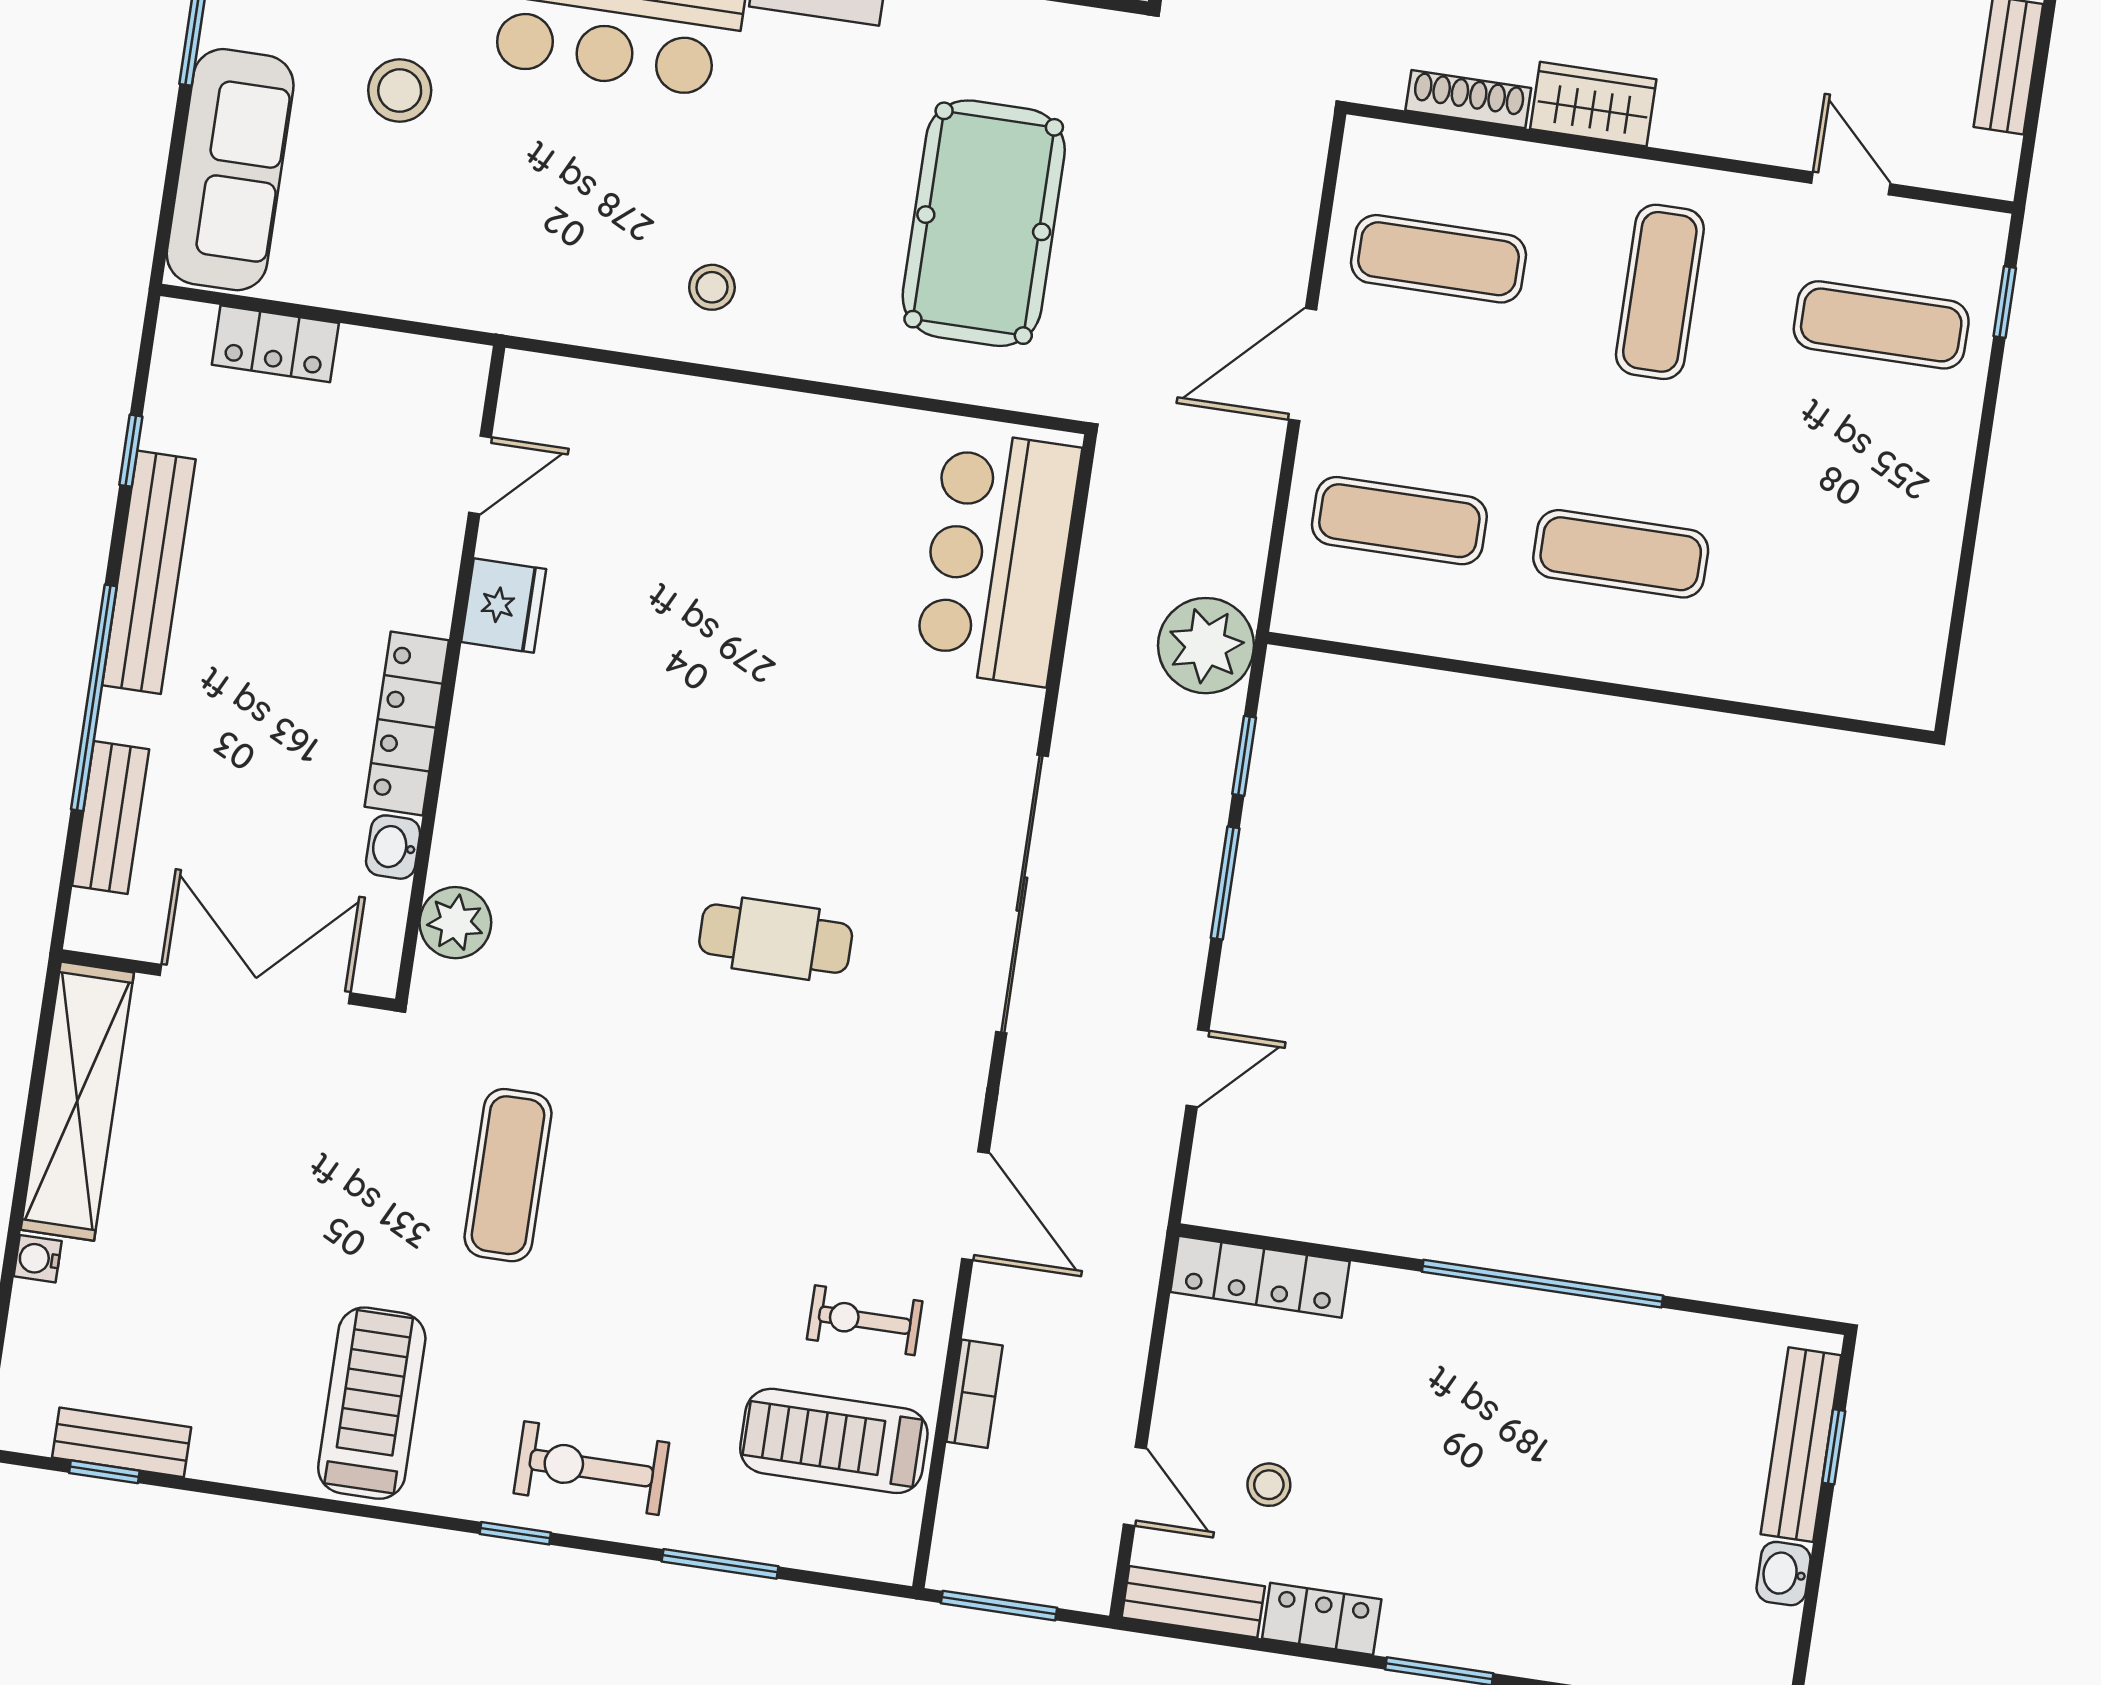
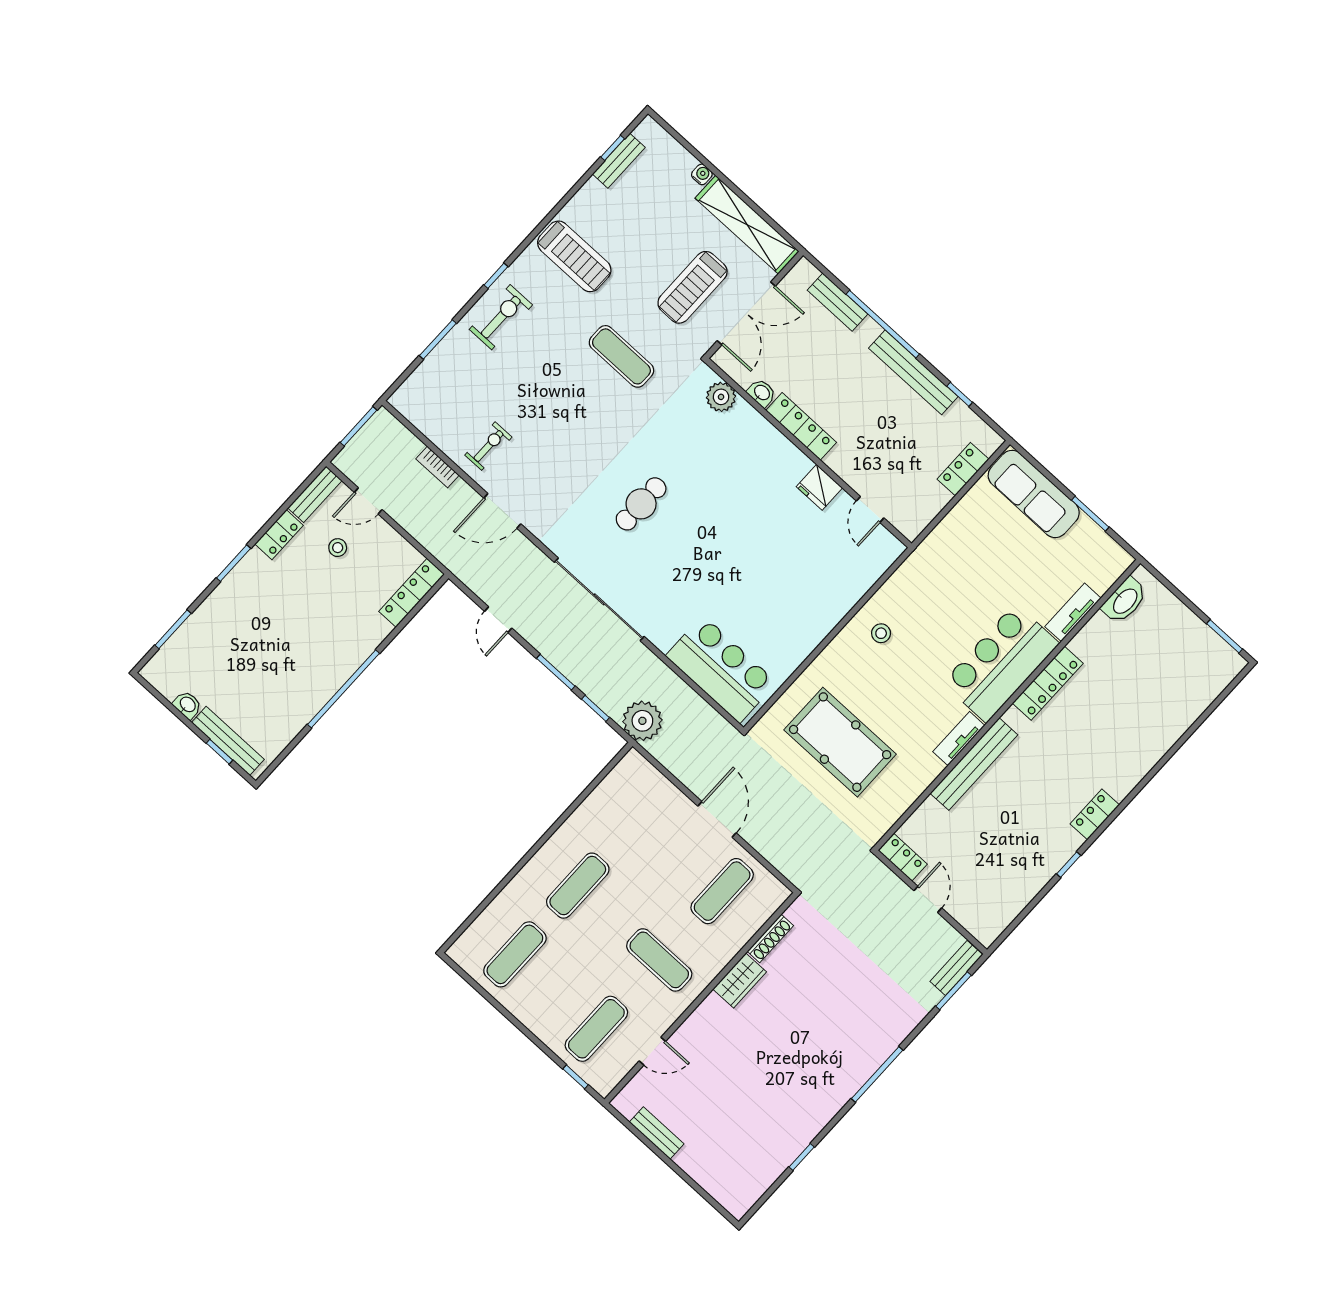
stool: (400, 91) -> (1022, 571), removed
exercise mat: (1399, 521) -> (515, 954), moved
treadmill: (834, 1441) -> (693, 287), moved, turned 180

